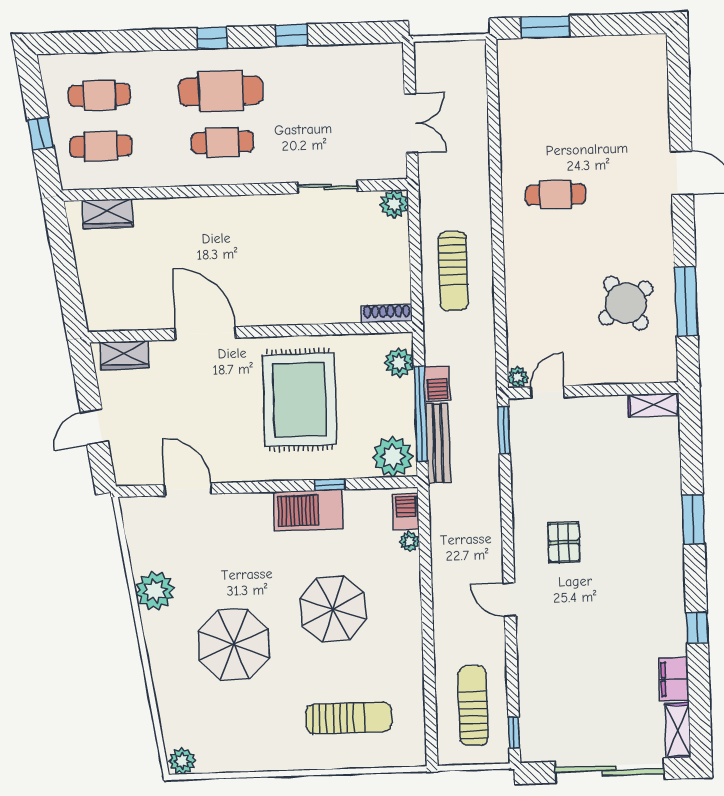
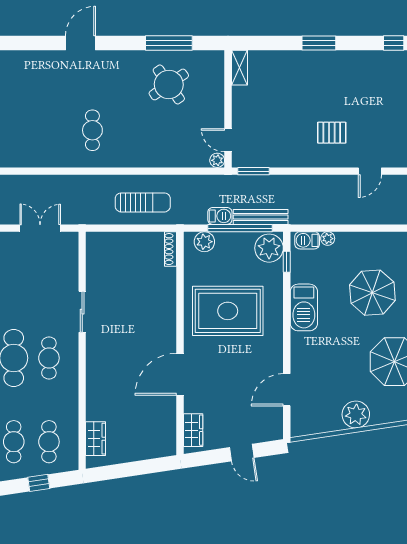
sliding door: (328, 187) -> (82, 312), moved
plant: (394, 204) -> (95, 241), removed
window: (329, 485) -> (287, 262), moved

